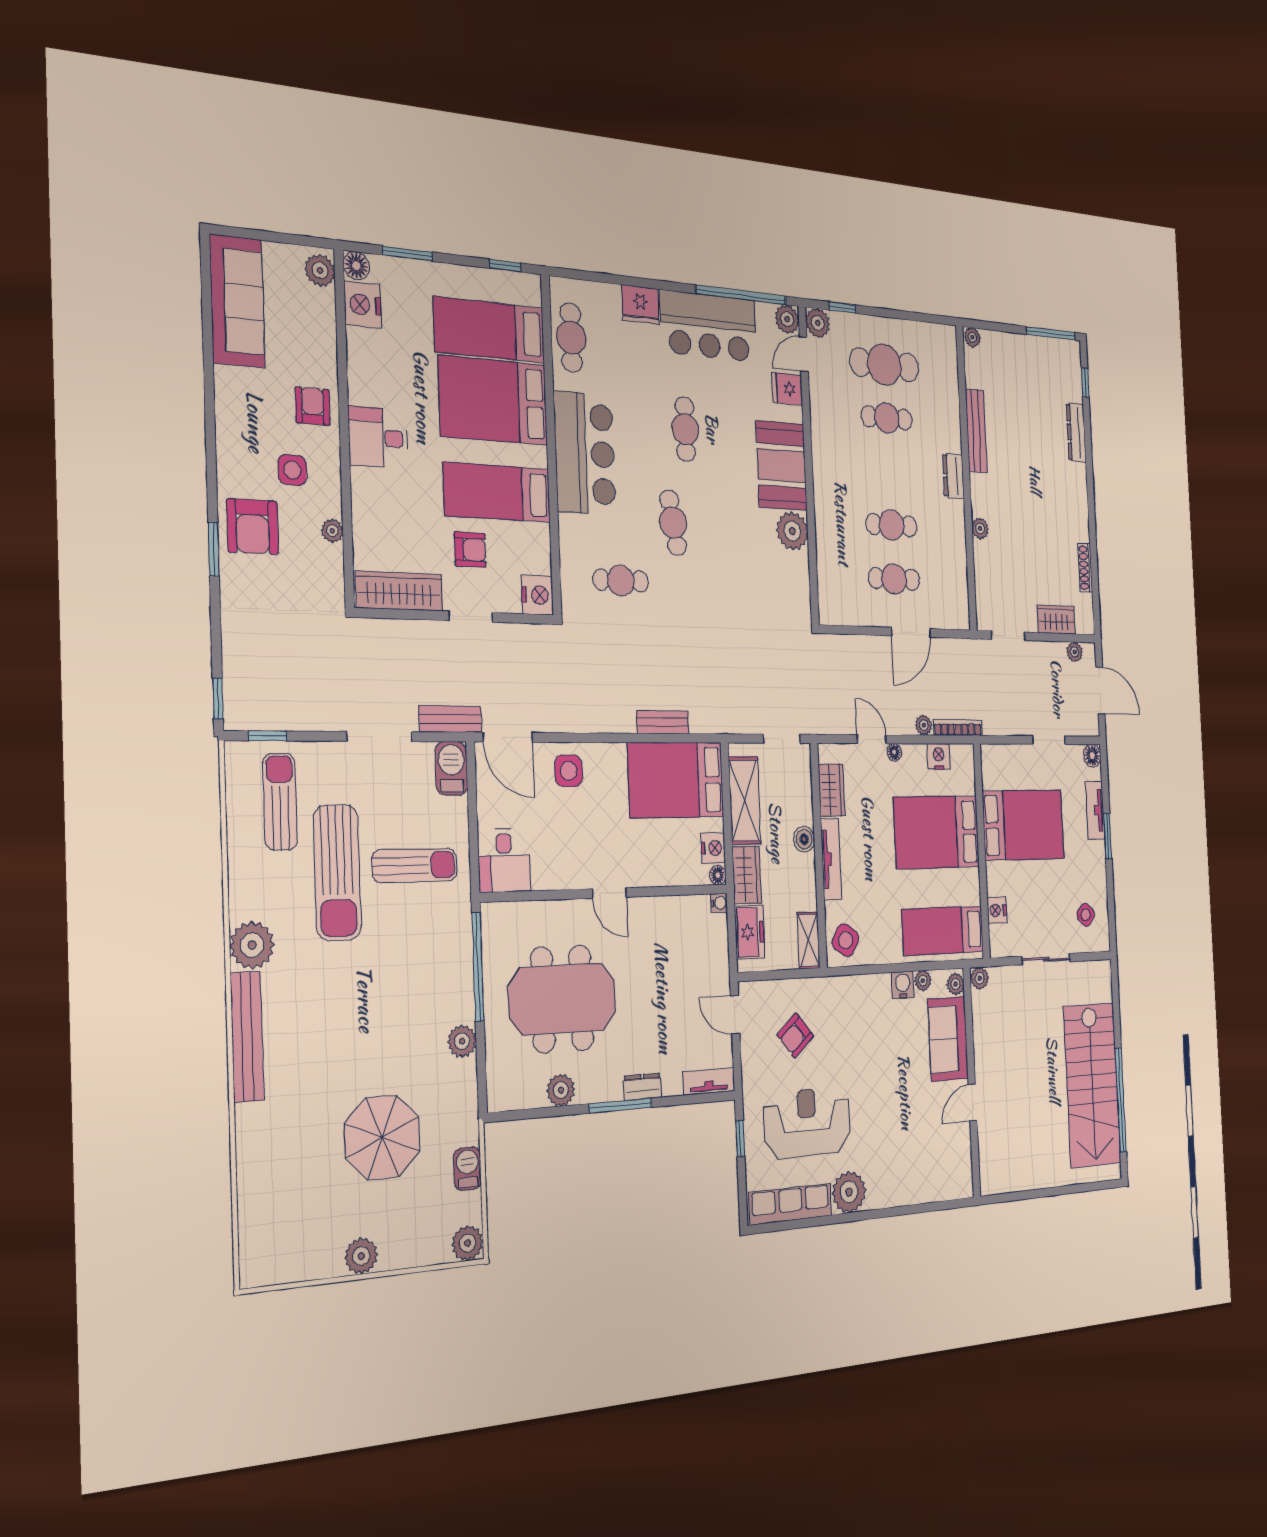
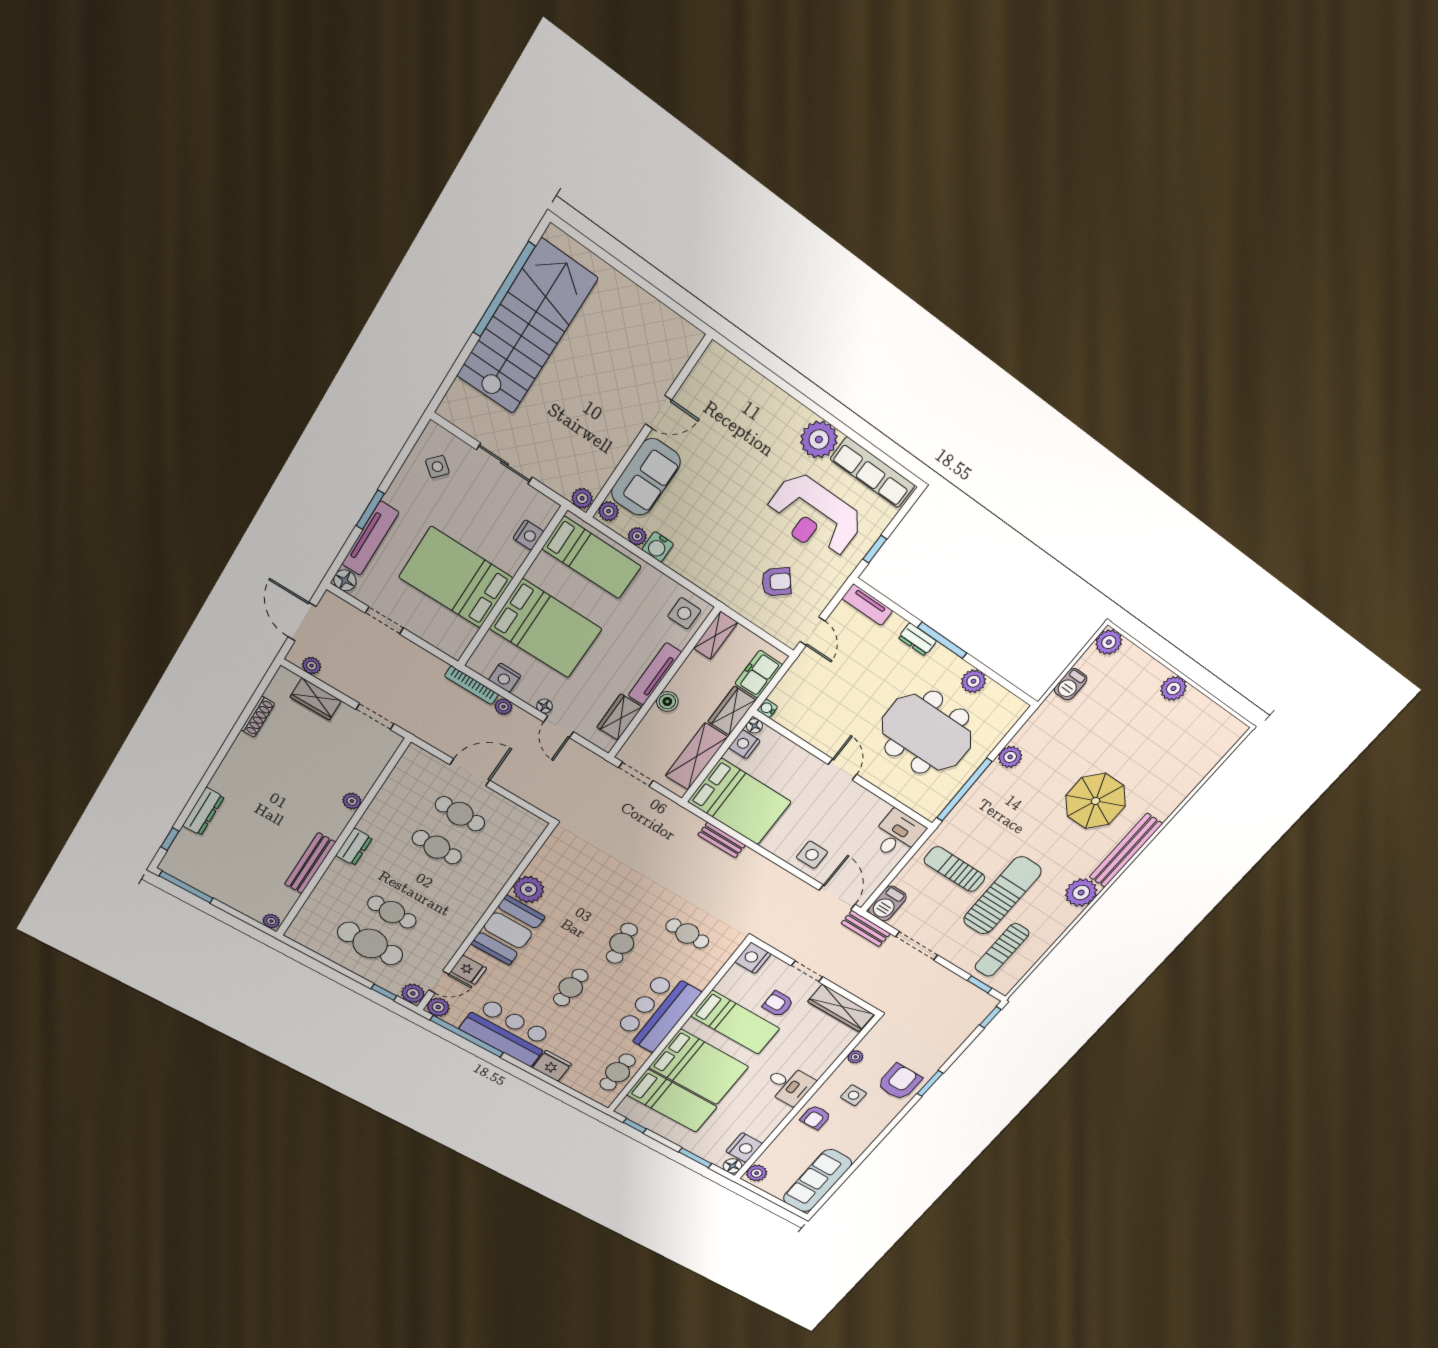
tv unit: (1095, 810) -> (370, 538), width x1.41
side table: (846, 940) -> (684, 613), turned -33
parasol: (382, 1137) -> (1096, 801), moved

